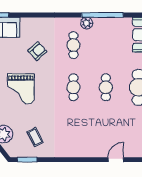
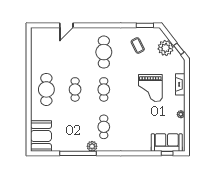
armchair: (37, 51) -> (136, 121), removed
grand piano: (21, 89) -> (150, 88), turned 180
cafe table: (73, 130) -> (104, 52), added

